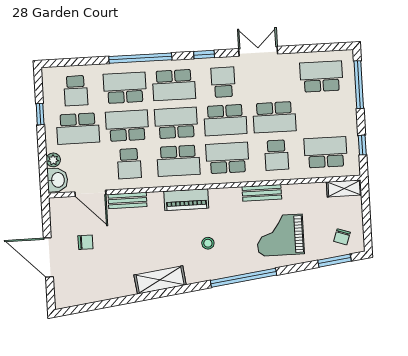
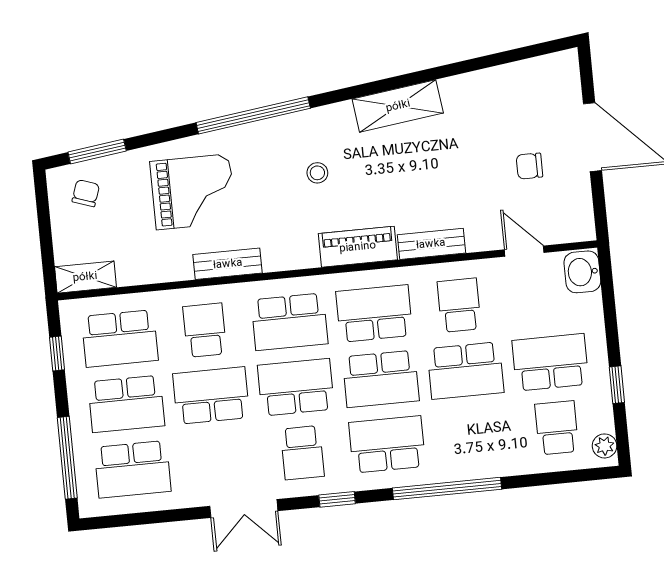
school desk: (125, 88) -> (126, 404), moved
plant: (53, 160) -> (605, 446), moved
door: (90, 193) -> (524, 251), width x0.73
bench: (128, 200) -> (431, 244), moved

